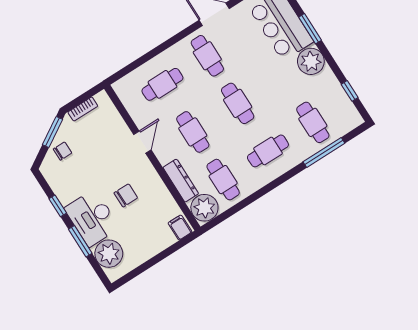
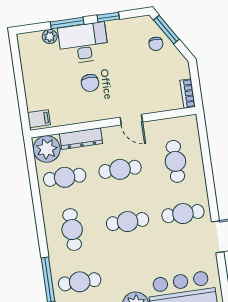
bookcase: (83, 109) -> (188, 93), moved
window: (52, 132) -> (166, 30), moved
plant: (109, 254) -> (50, 37), width x0.53, depth x0.53

